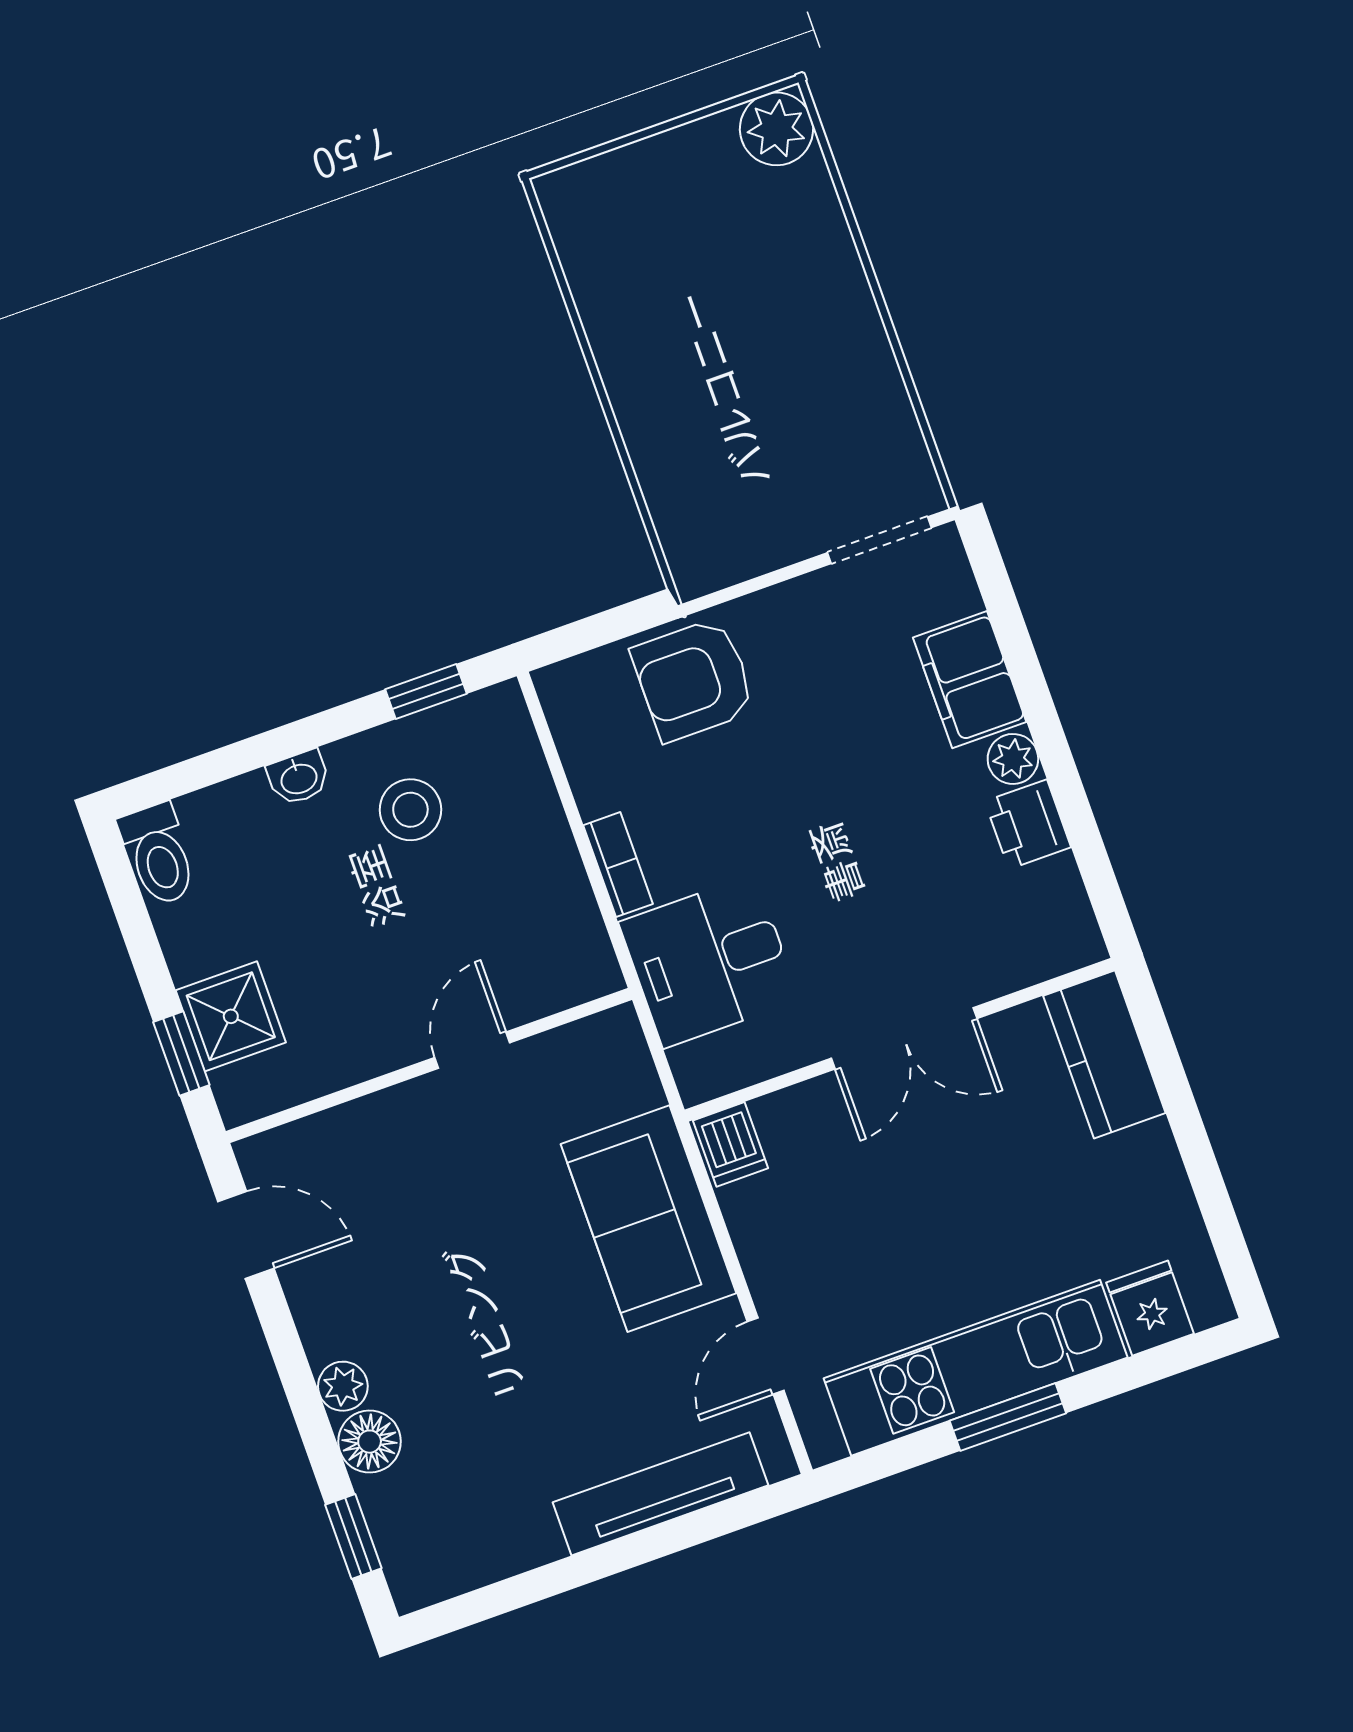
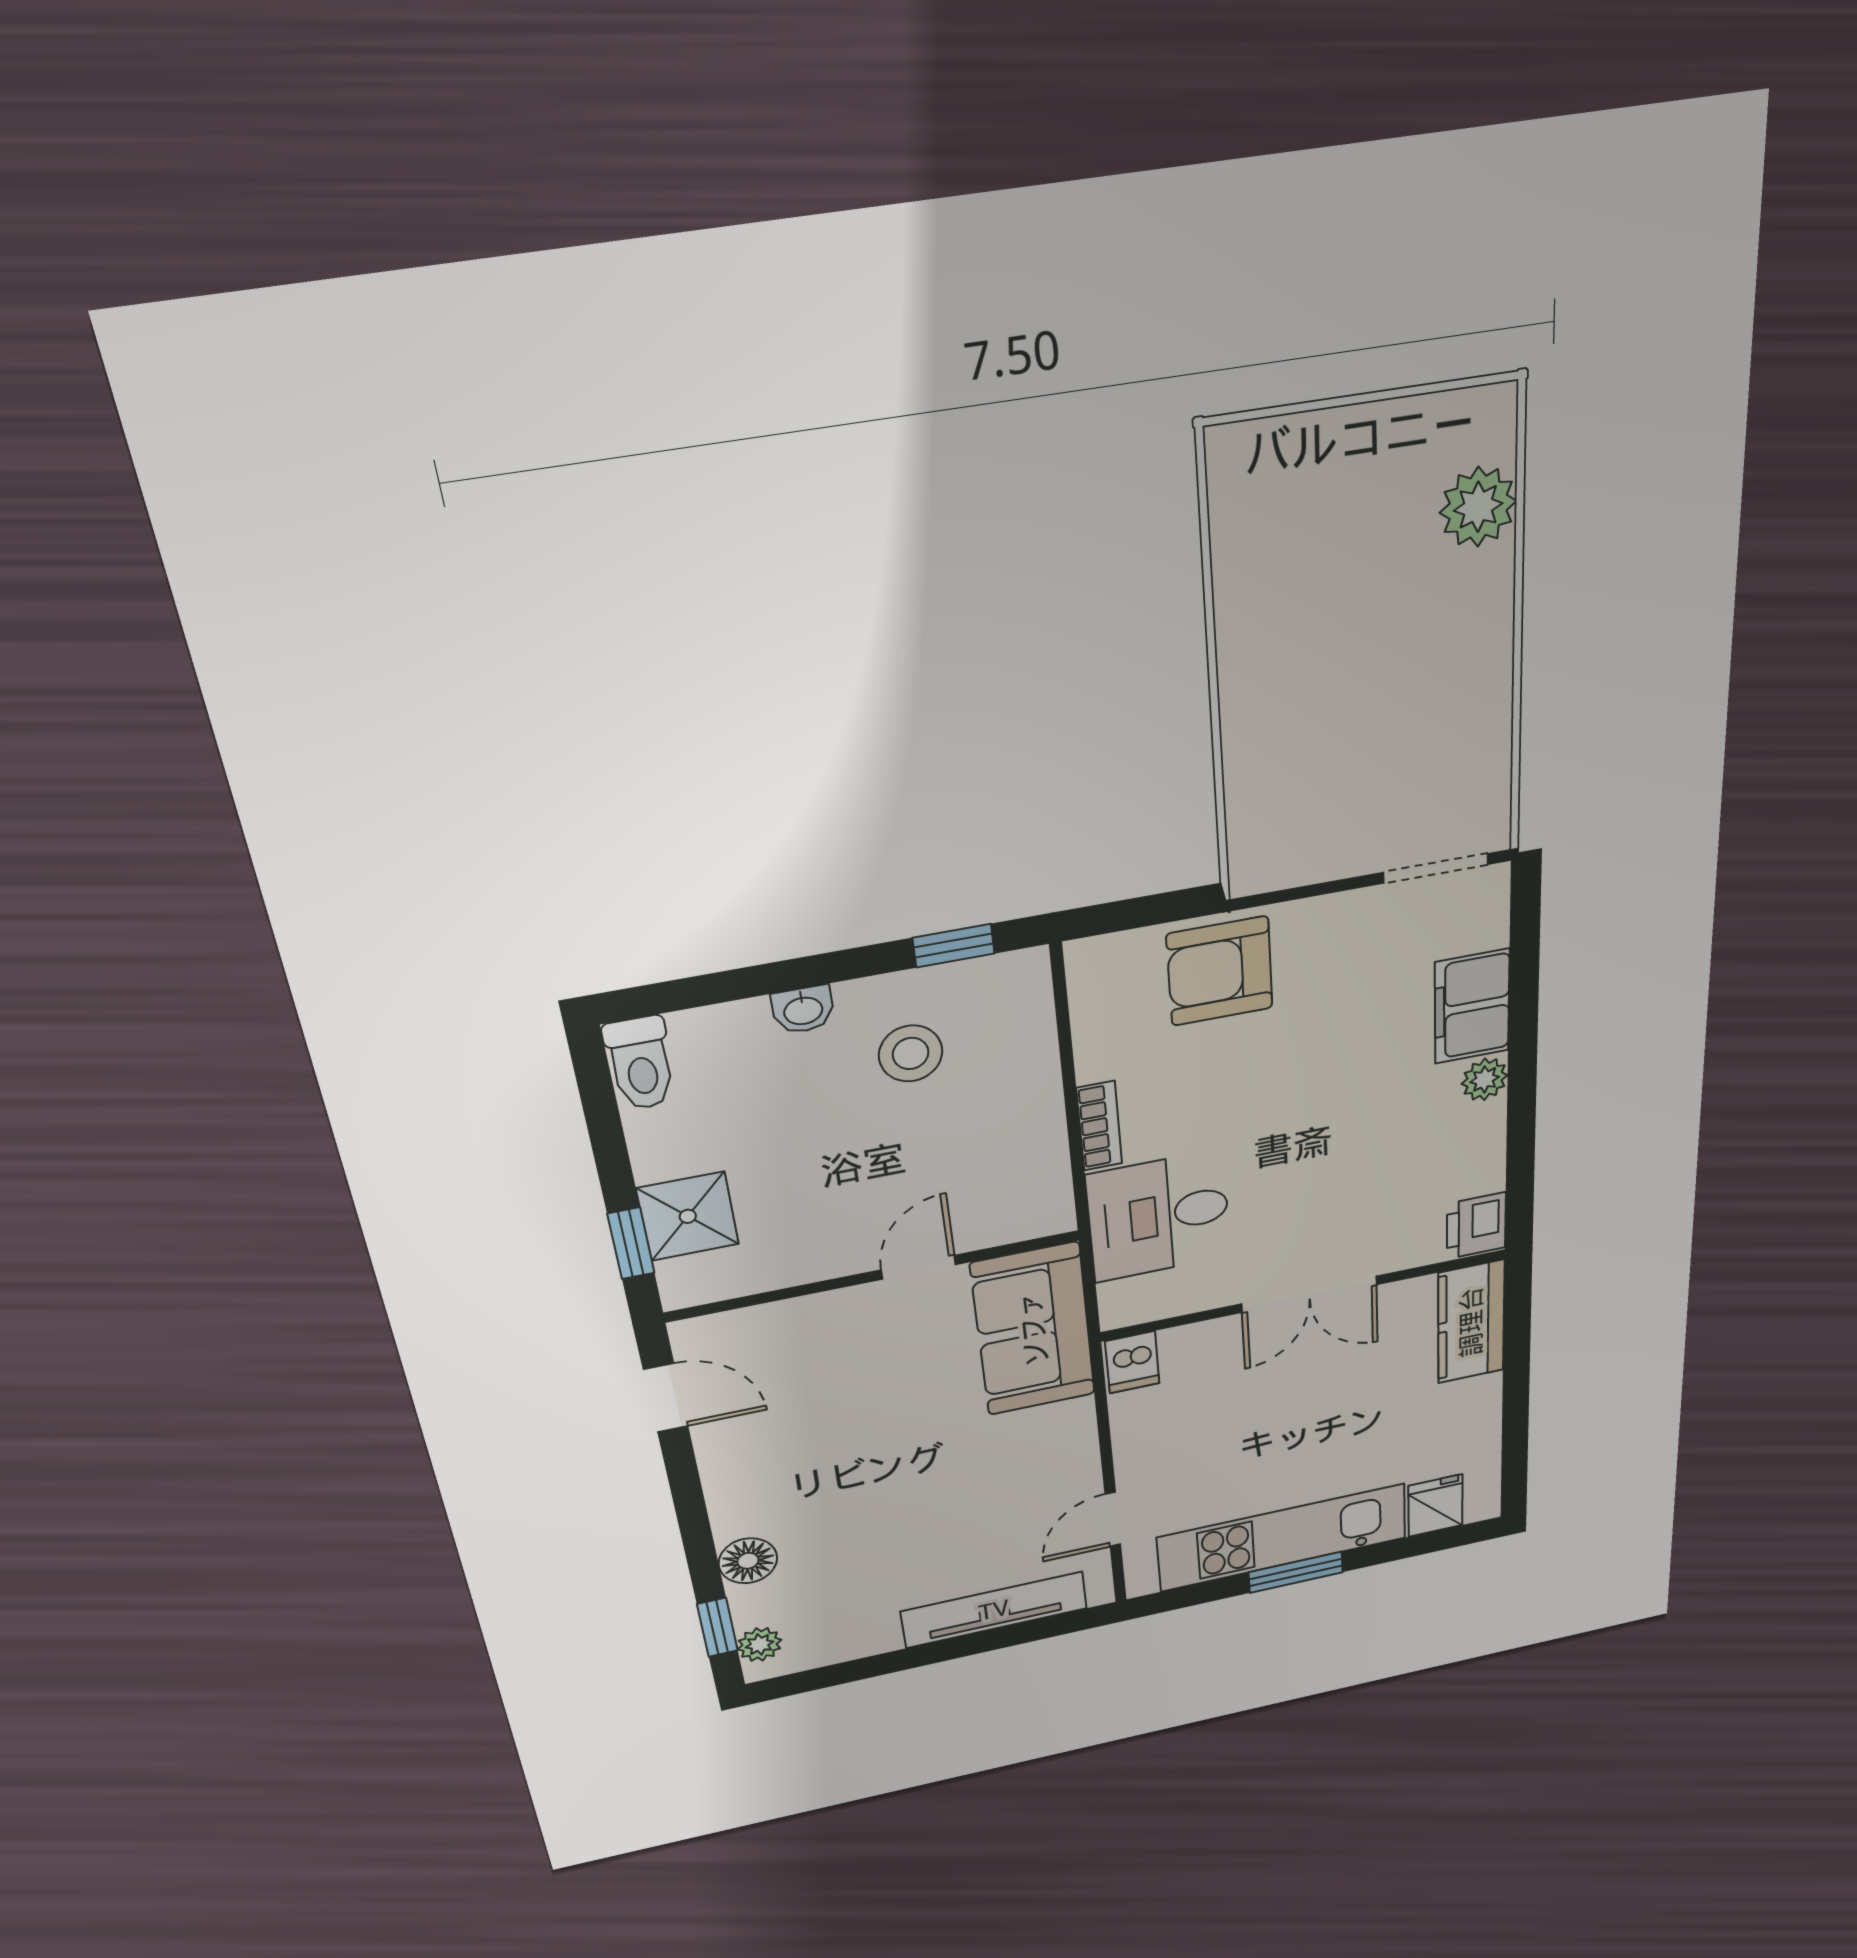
plant: (776, 129) -> (1478, 507), moved
printer: (1028, 824) -> (1476, 1226), moved
sofa: (649, 1219) -> (1033, 1329), moved
plant: (343, 1386) -> (760, 1644), moved

